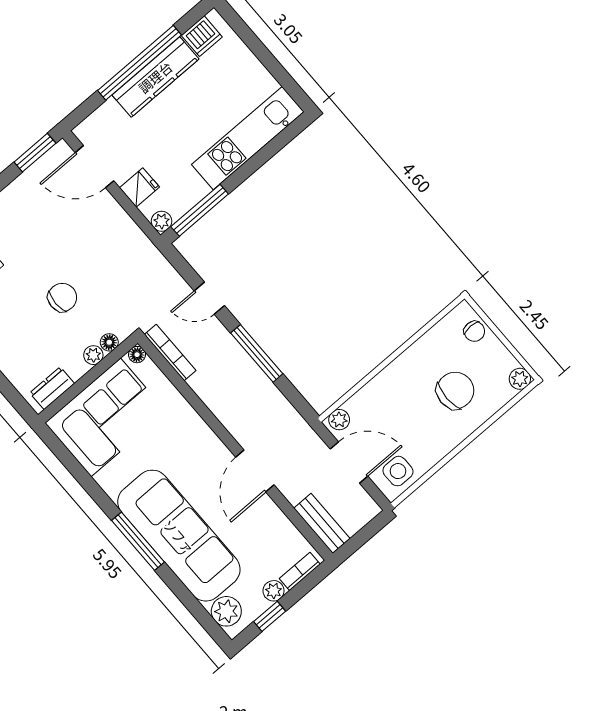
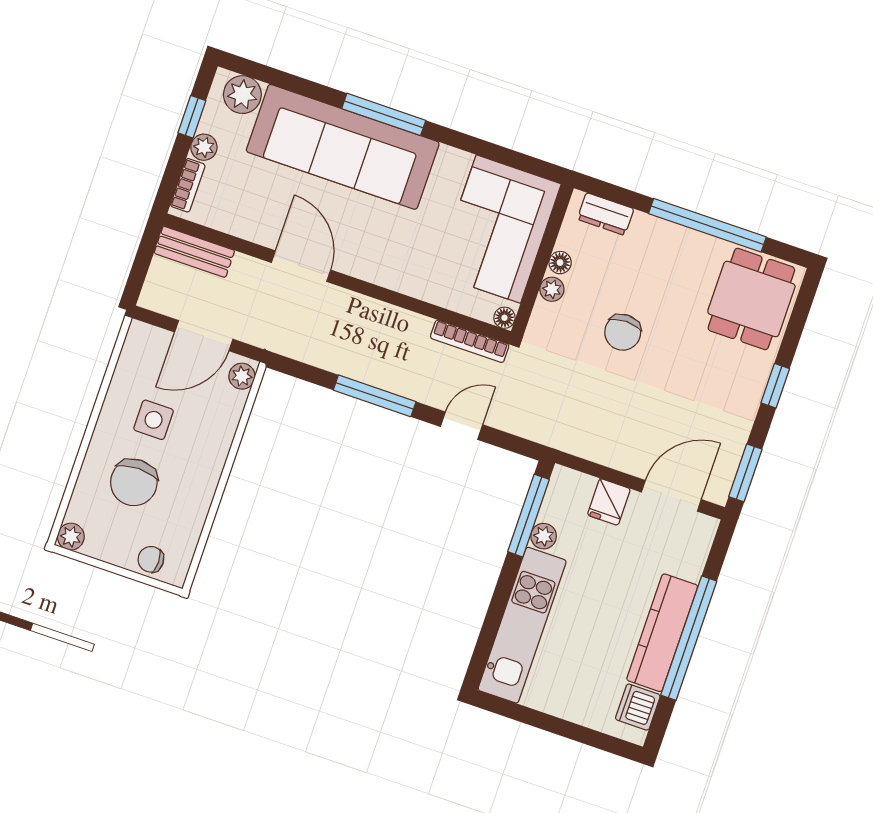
plant: (162, 221) -> (544, 536), moved
floor lamp: (109, 342) -> (560, 263), moved
dresser: (52, 388) -> (606, 214), moved, turned 90
side table: (398, 471) -> (154, 420), moved

